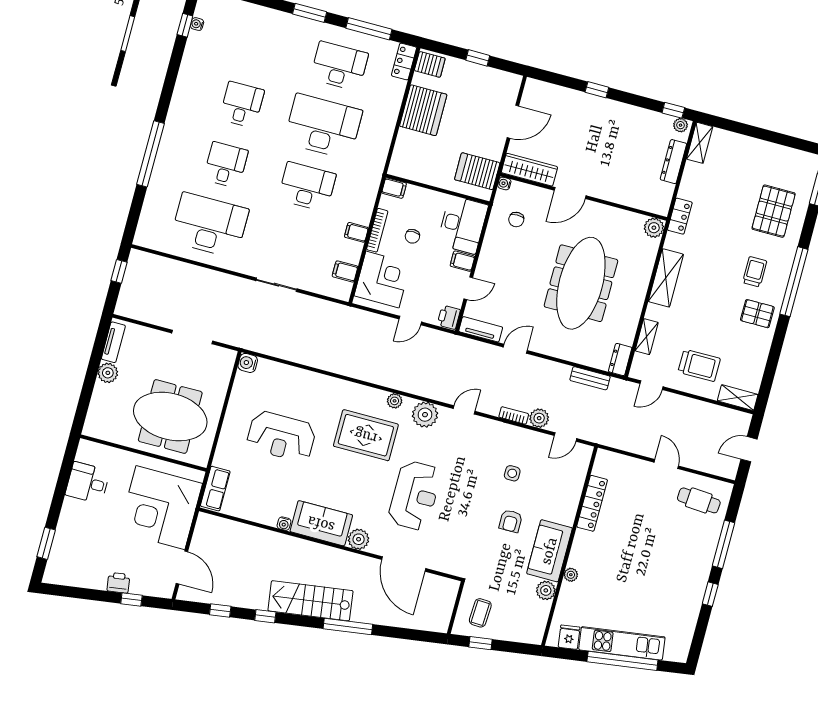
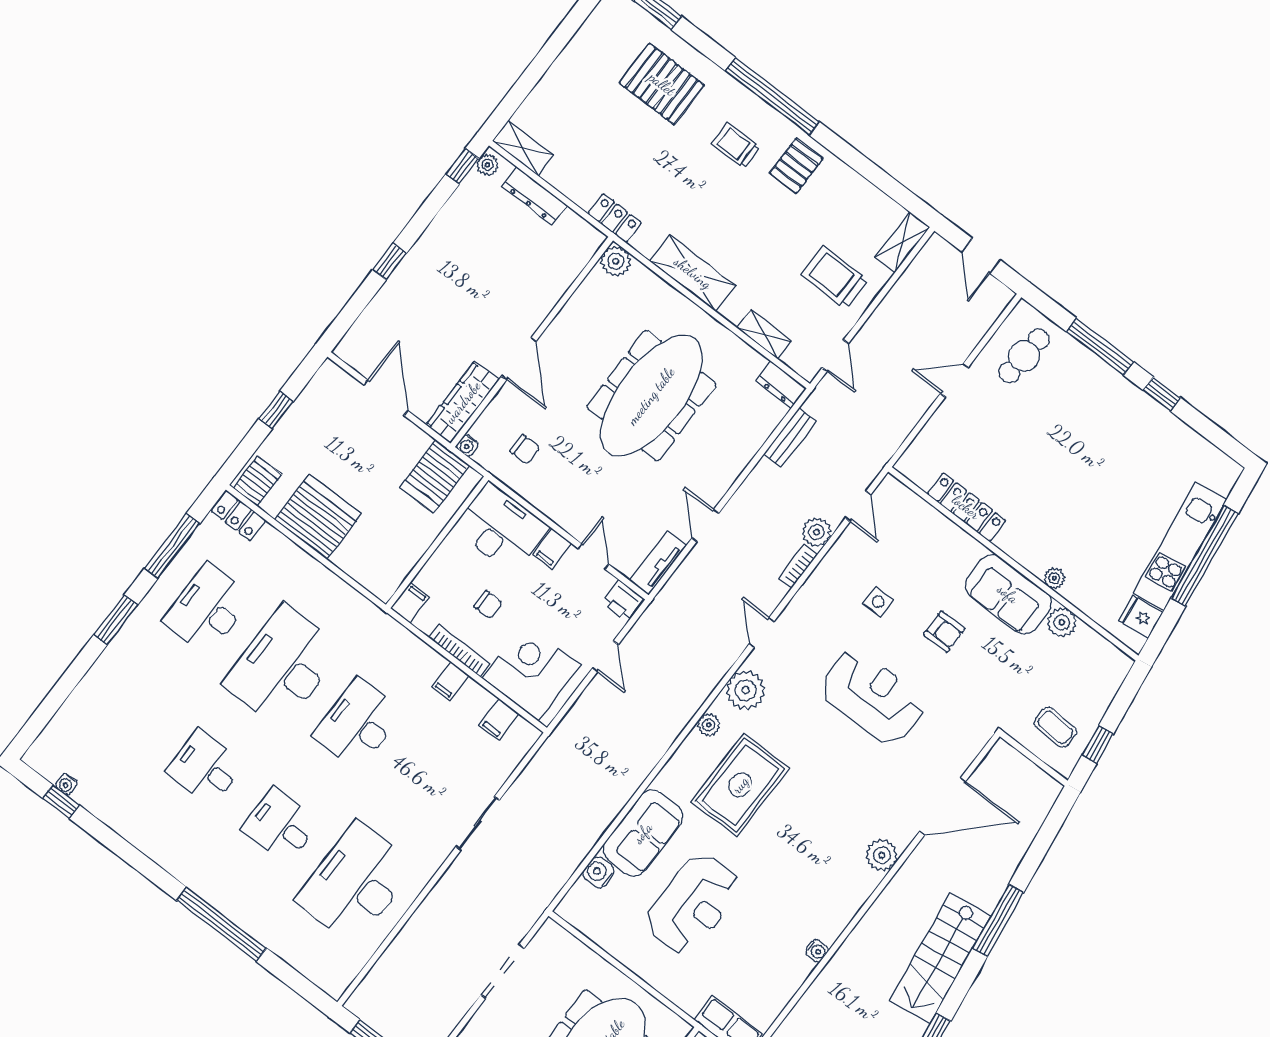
meeting table: (581, 283) -> (651, 396), turned 90
water cooler: (248, 363) -> (598, 872), moved, turned 90
trolley: (699, 365) -> (835, 277), turned -90
reception desk: (415, 495) -> (873, 697), moved
sofa: (321, 523) -> (643, 833), moved, turned 180

